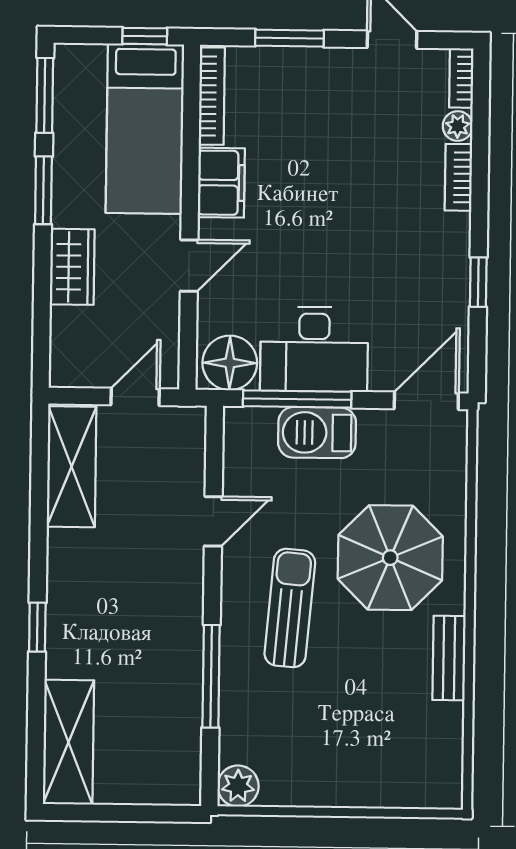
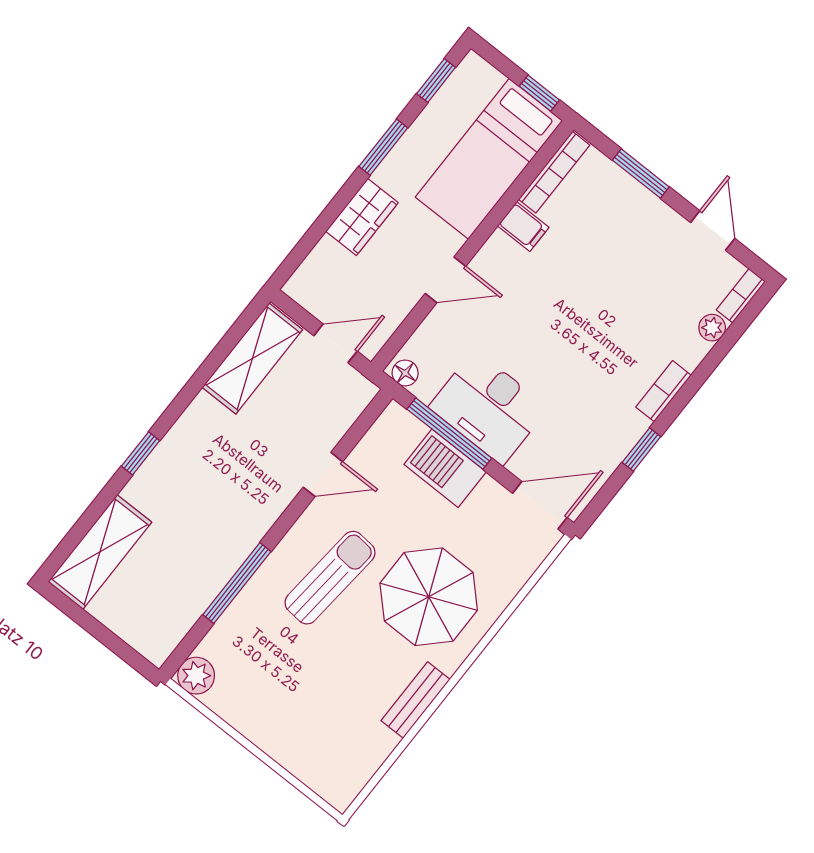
window: (45, 95) -> (436, 81), width x0.67
bookcase: (458, 177) -> (663, 391), moved
filing cabinet: (221, 183) -> (523, 227), width x0.50
floor lamp: (230, 363) -> (405, 373), width x0.53, depth x0.53

